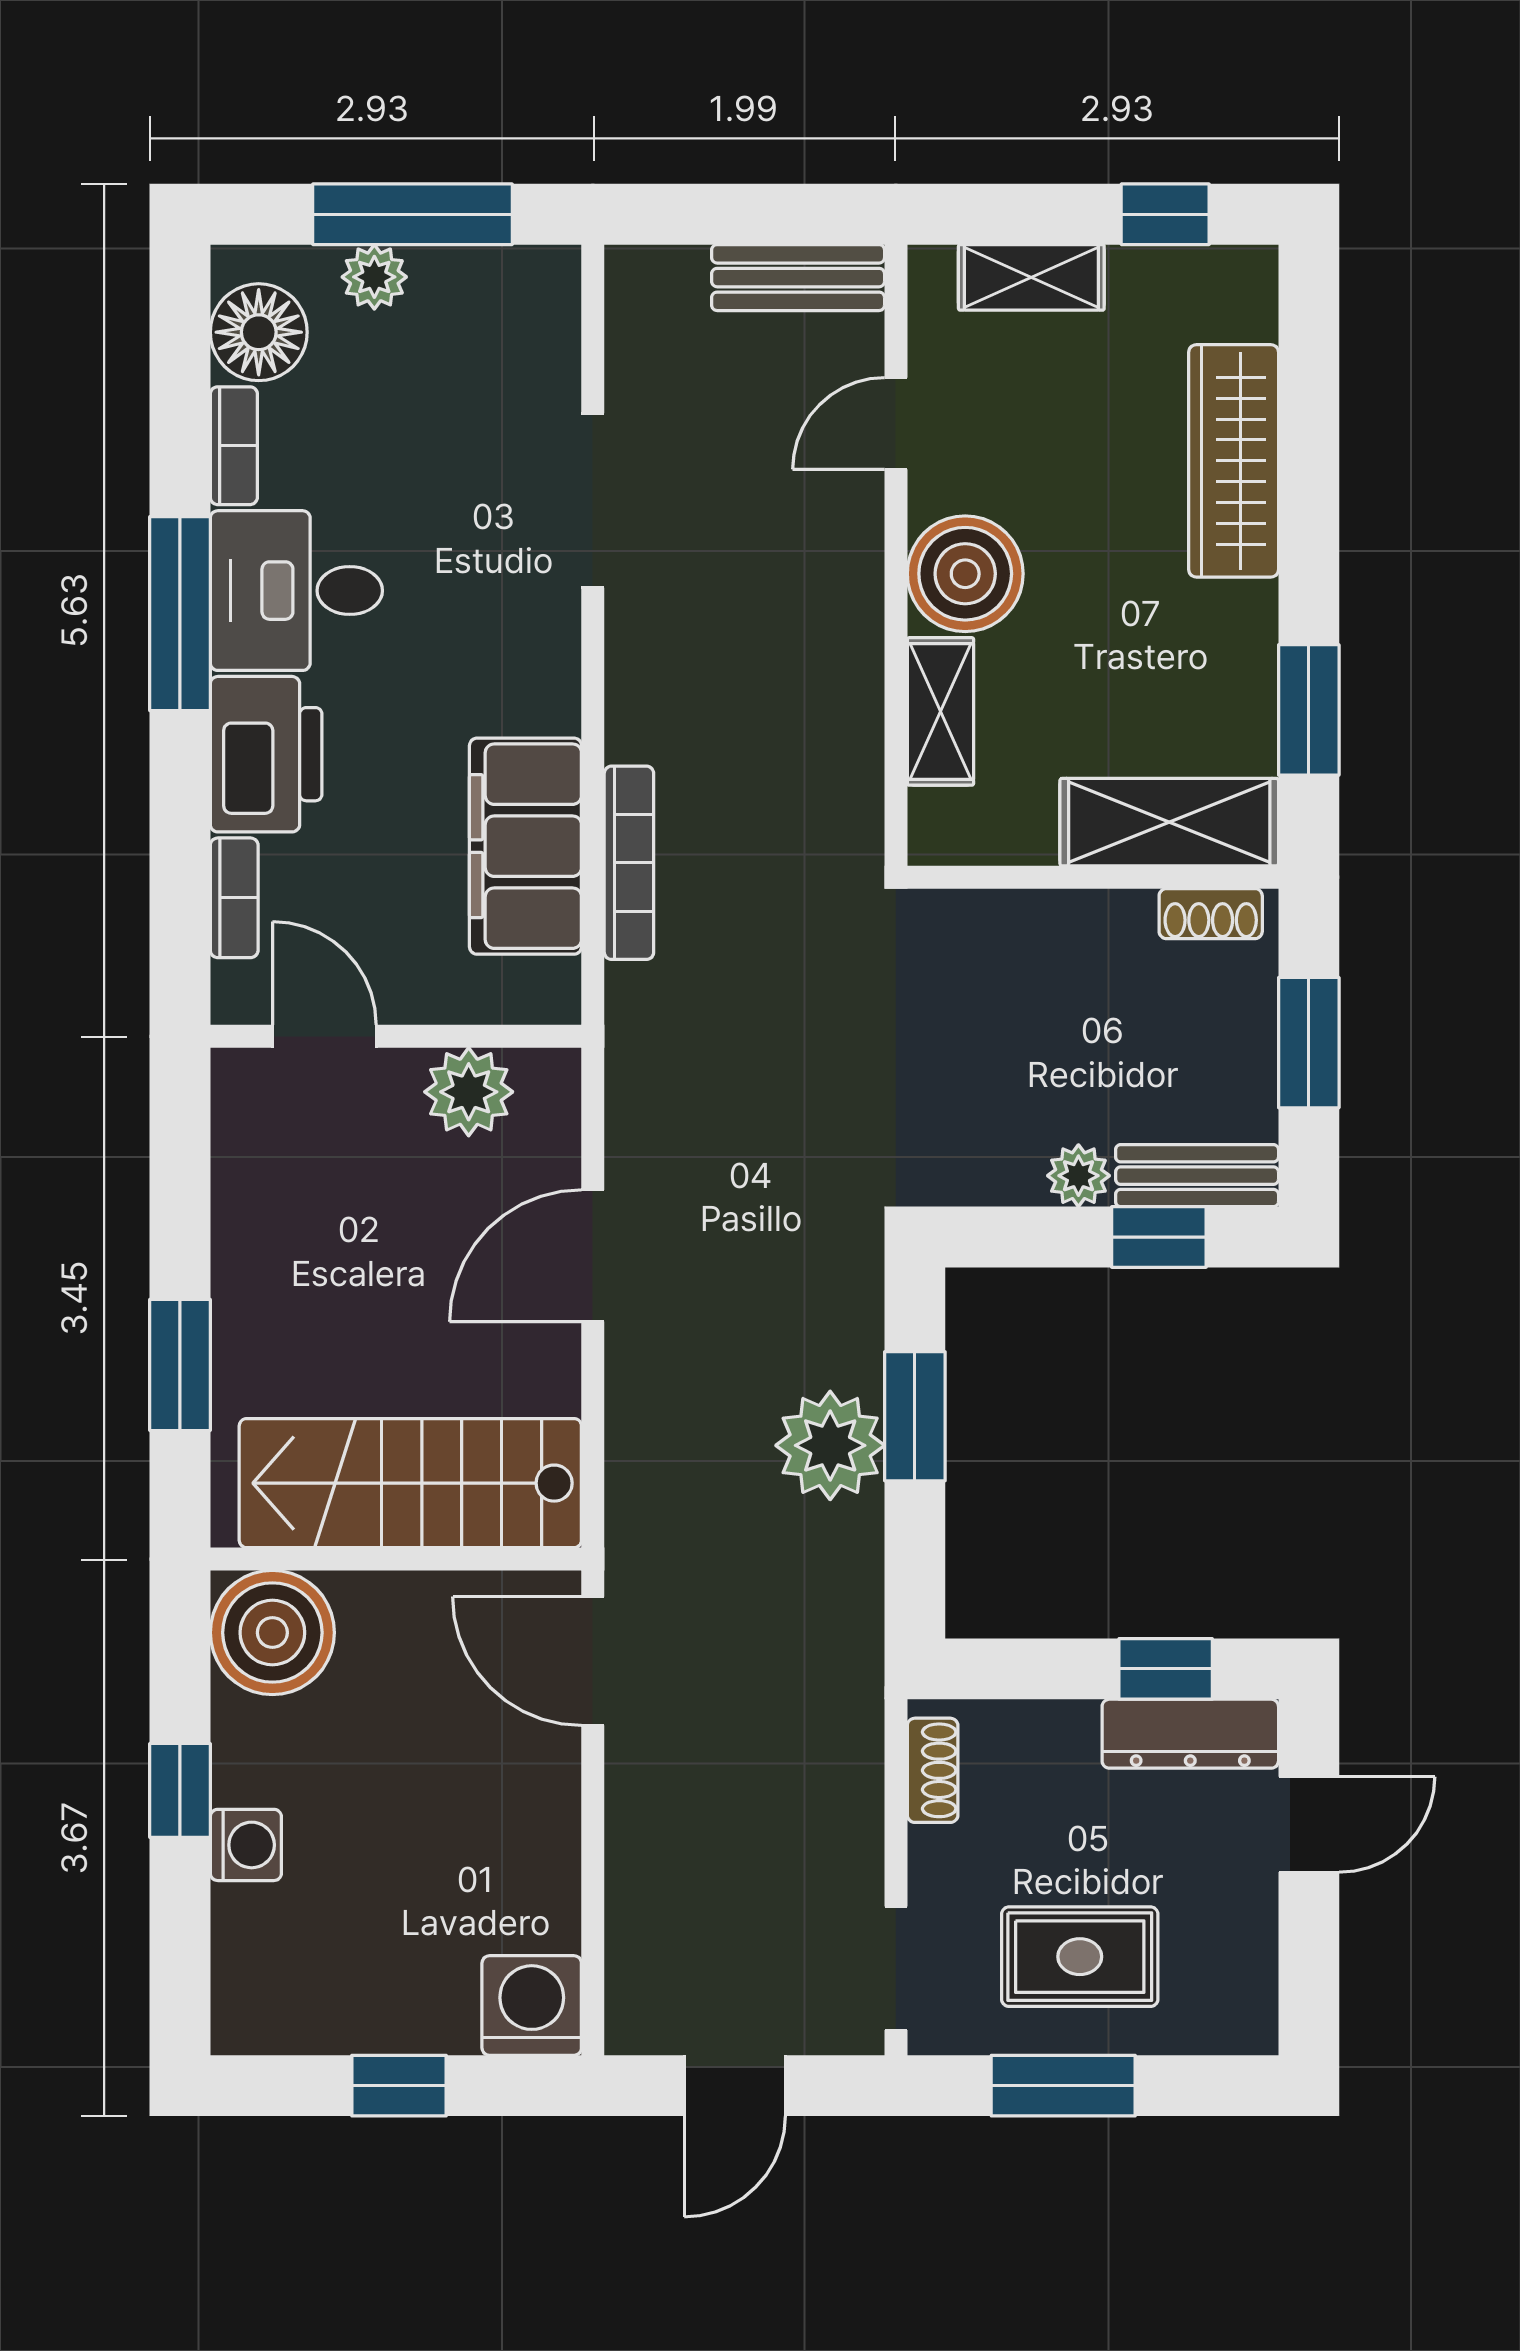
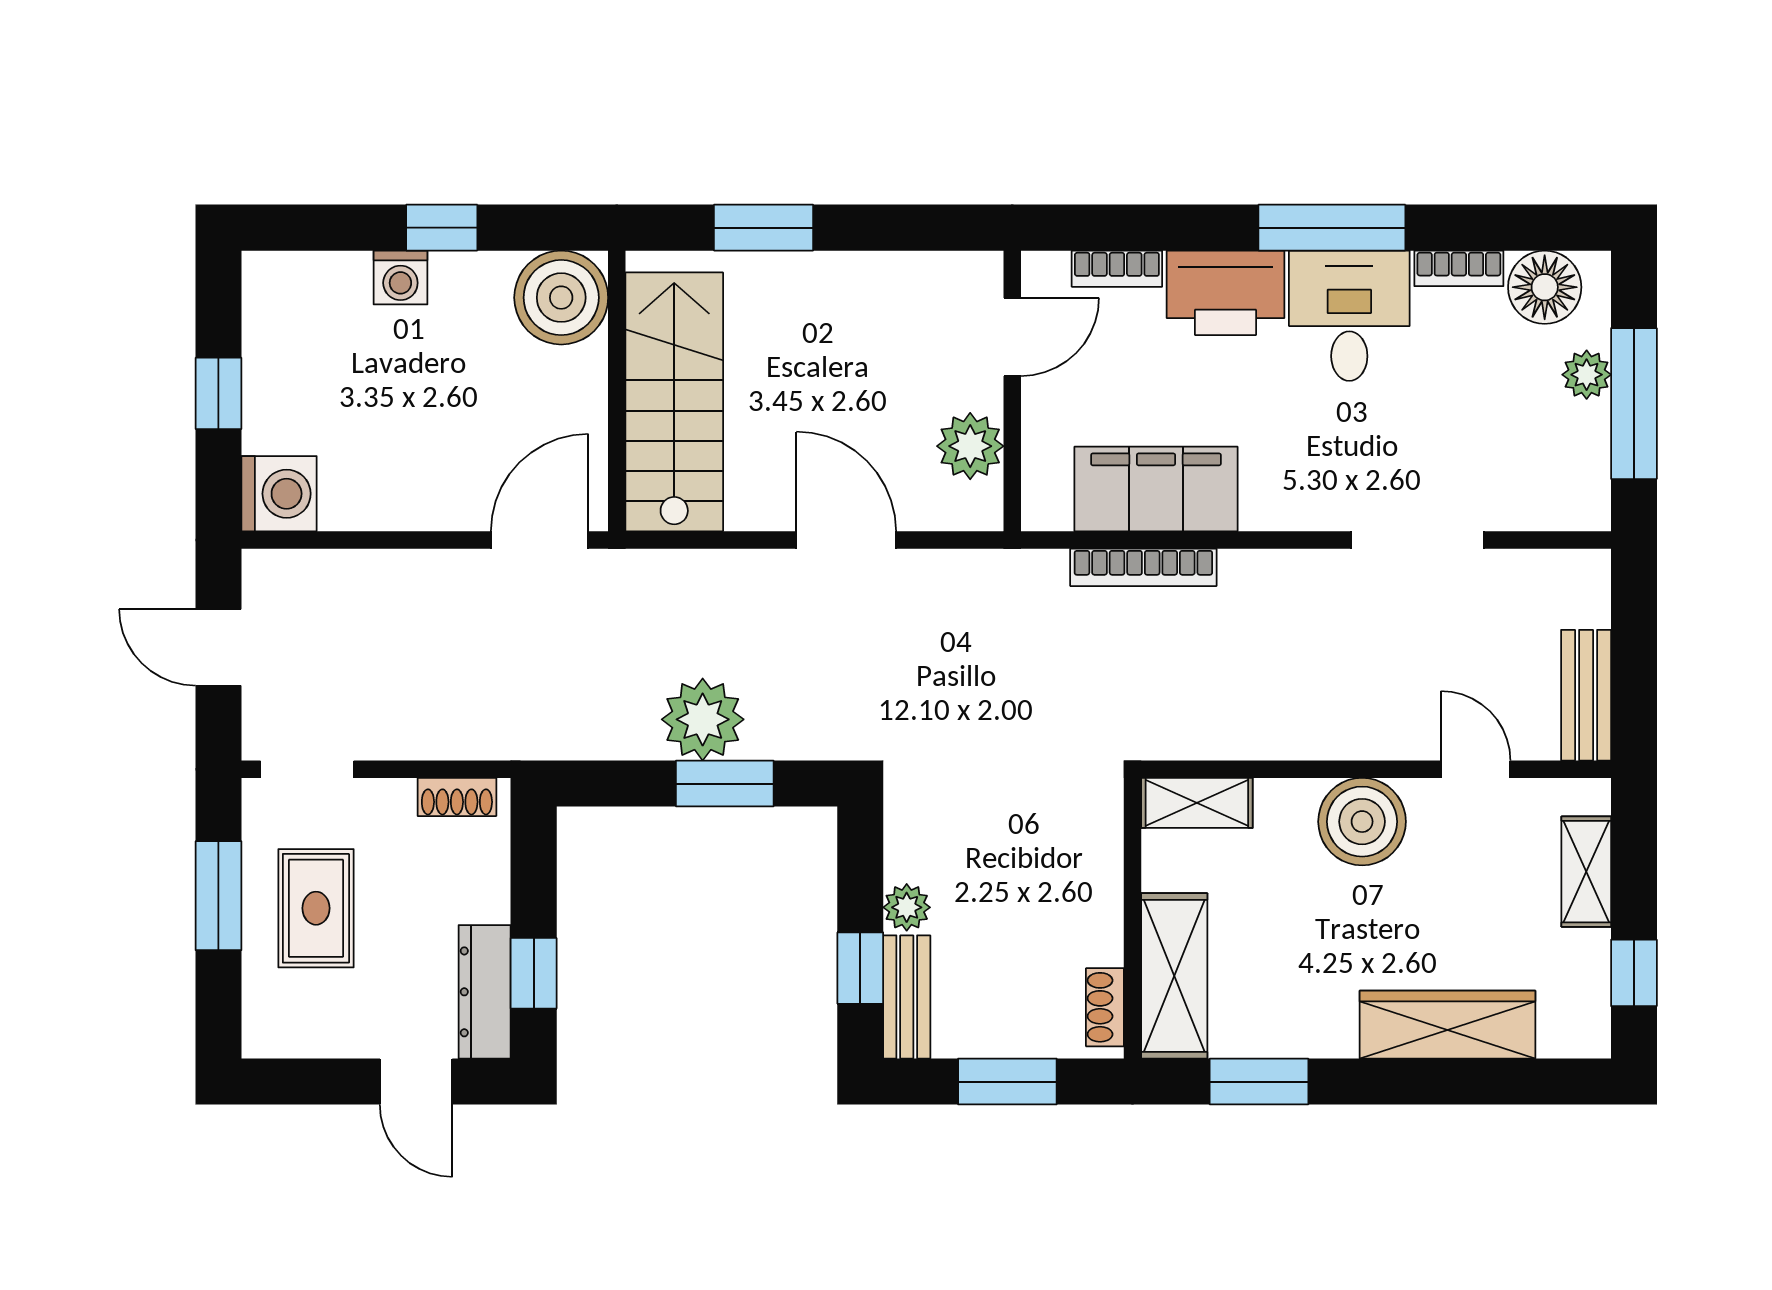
shelving: (940, 711) -> (1197, 803), moved

